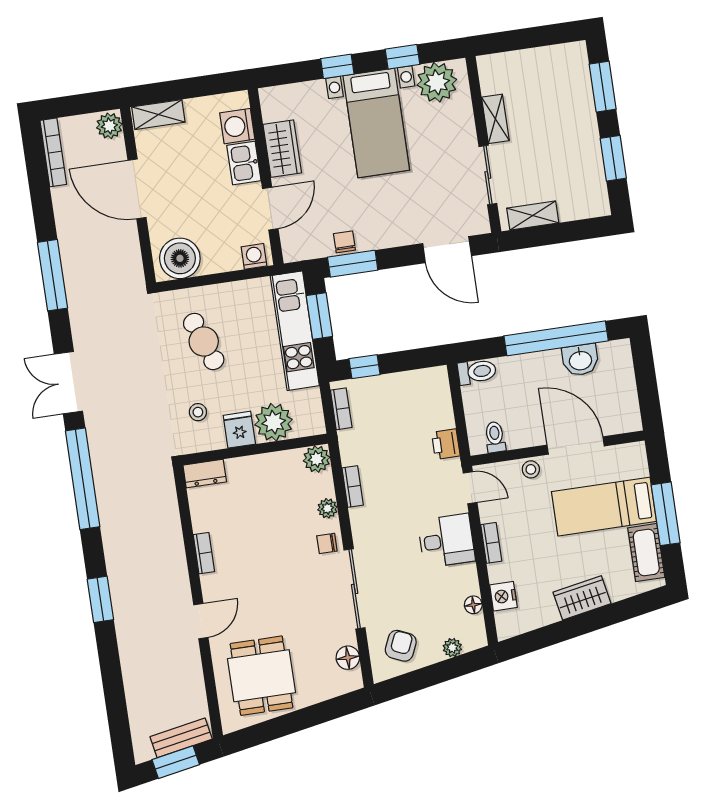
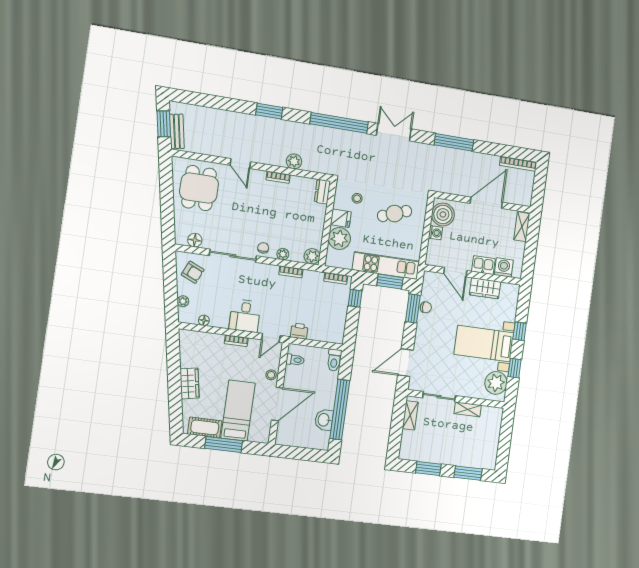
plant: (109, 126) -> (294, 161), moved
washing machine: (254, 256) -> (435, 233), moved
nightstand: (503, 596) -> (204, 339), removed
dining table: (261, 676) -> (199, 188), turned 90

